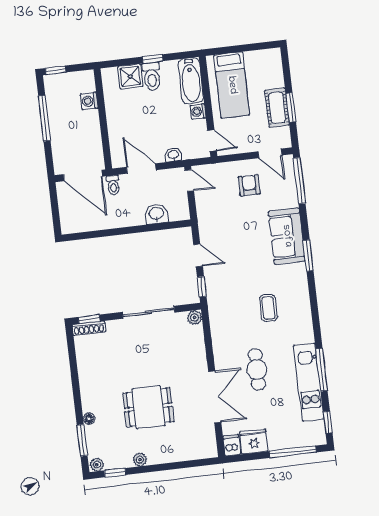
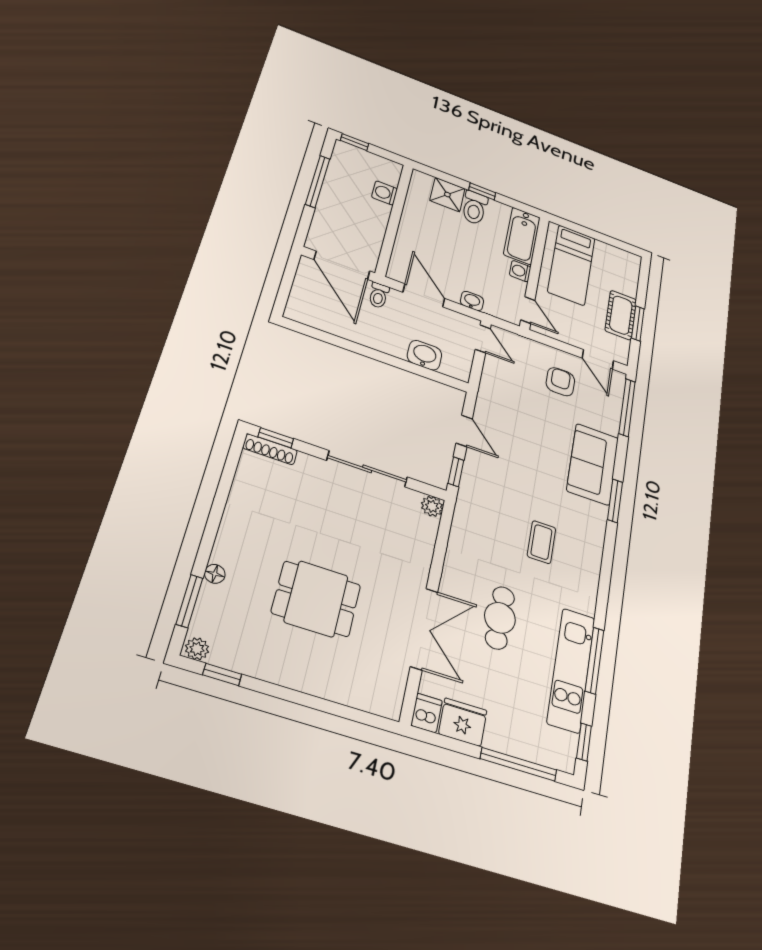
plant: (140, 460) -> (271, 672), removed

